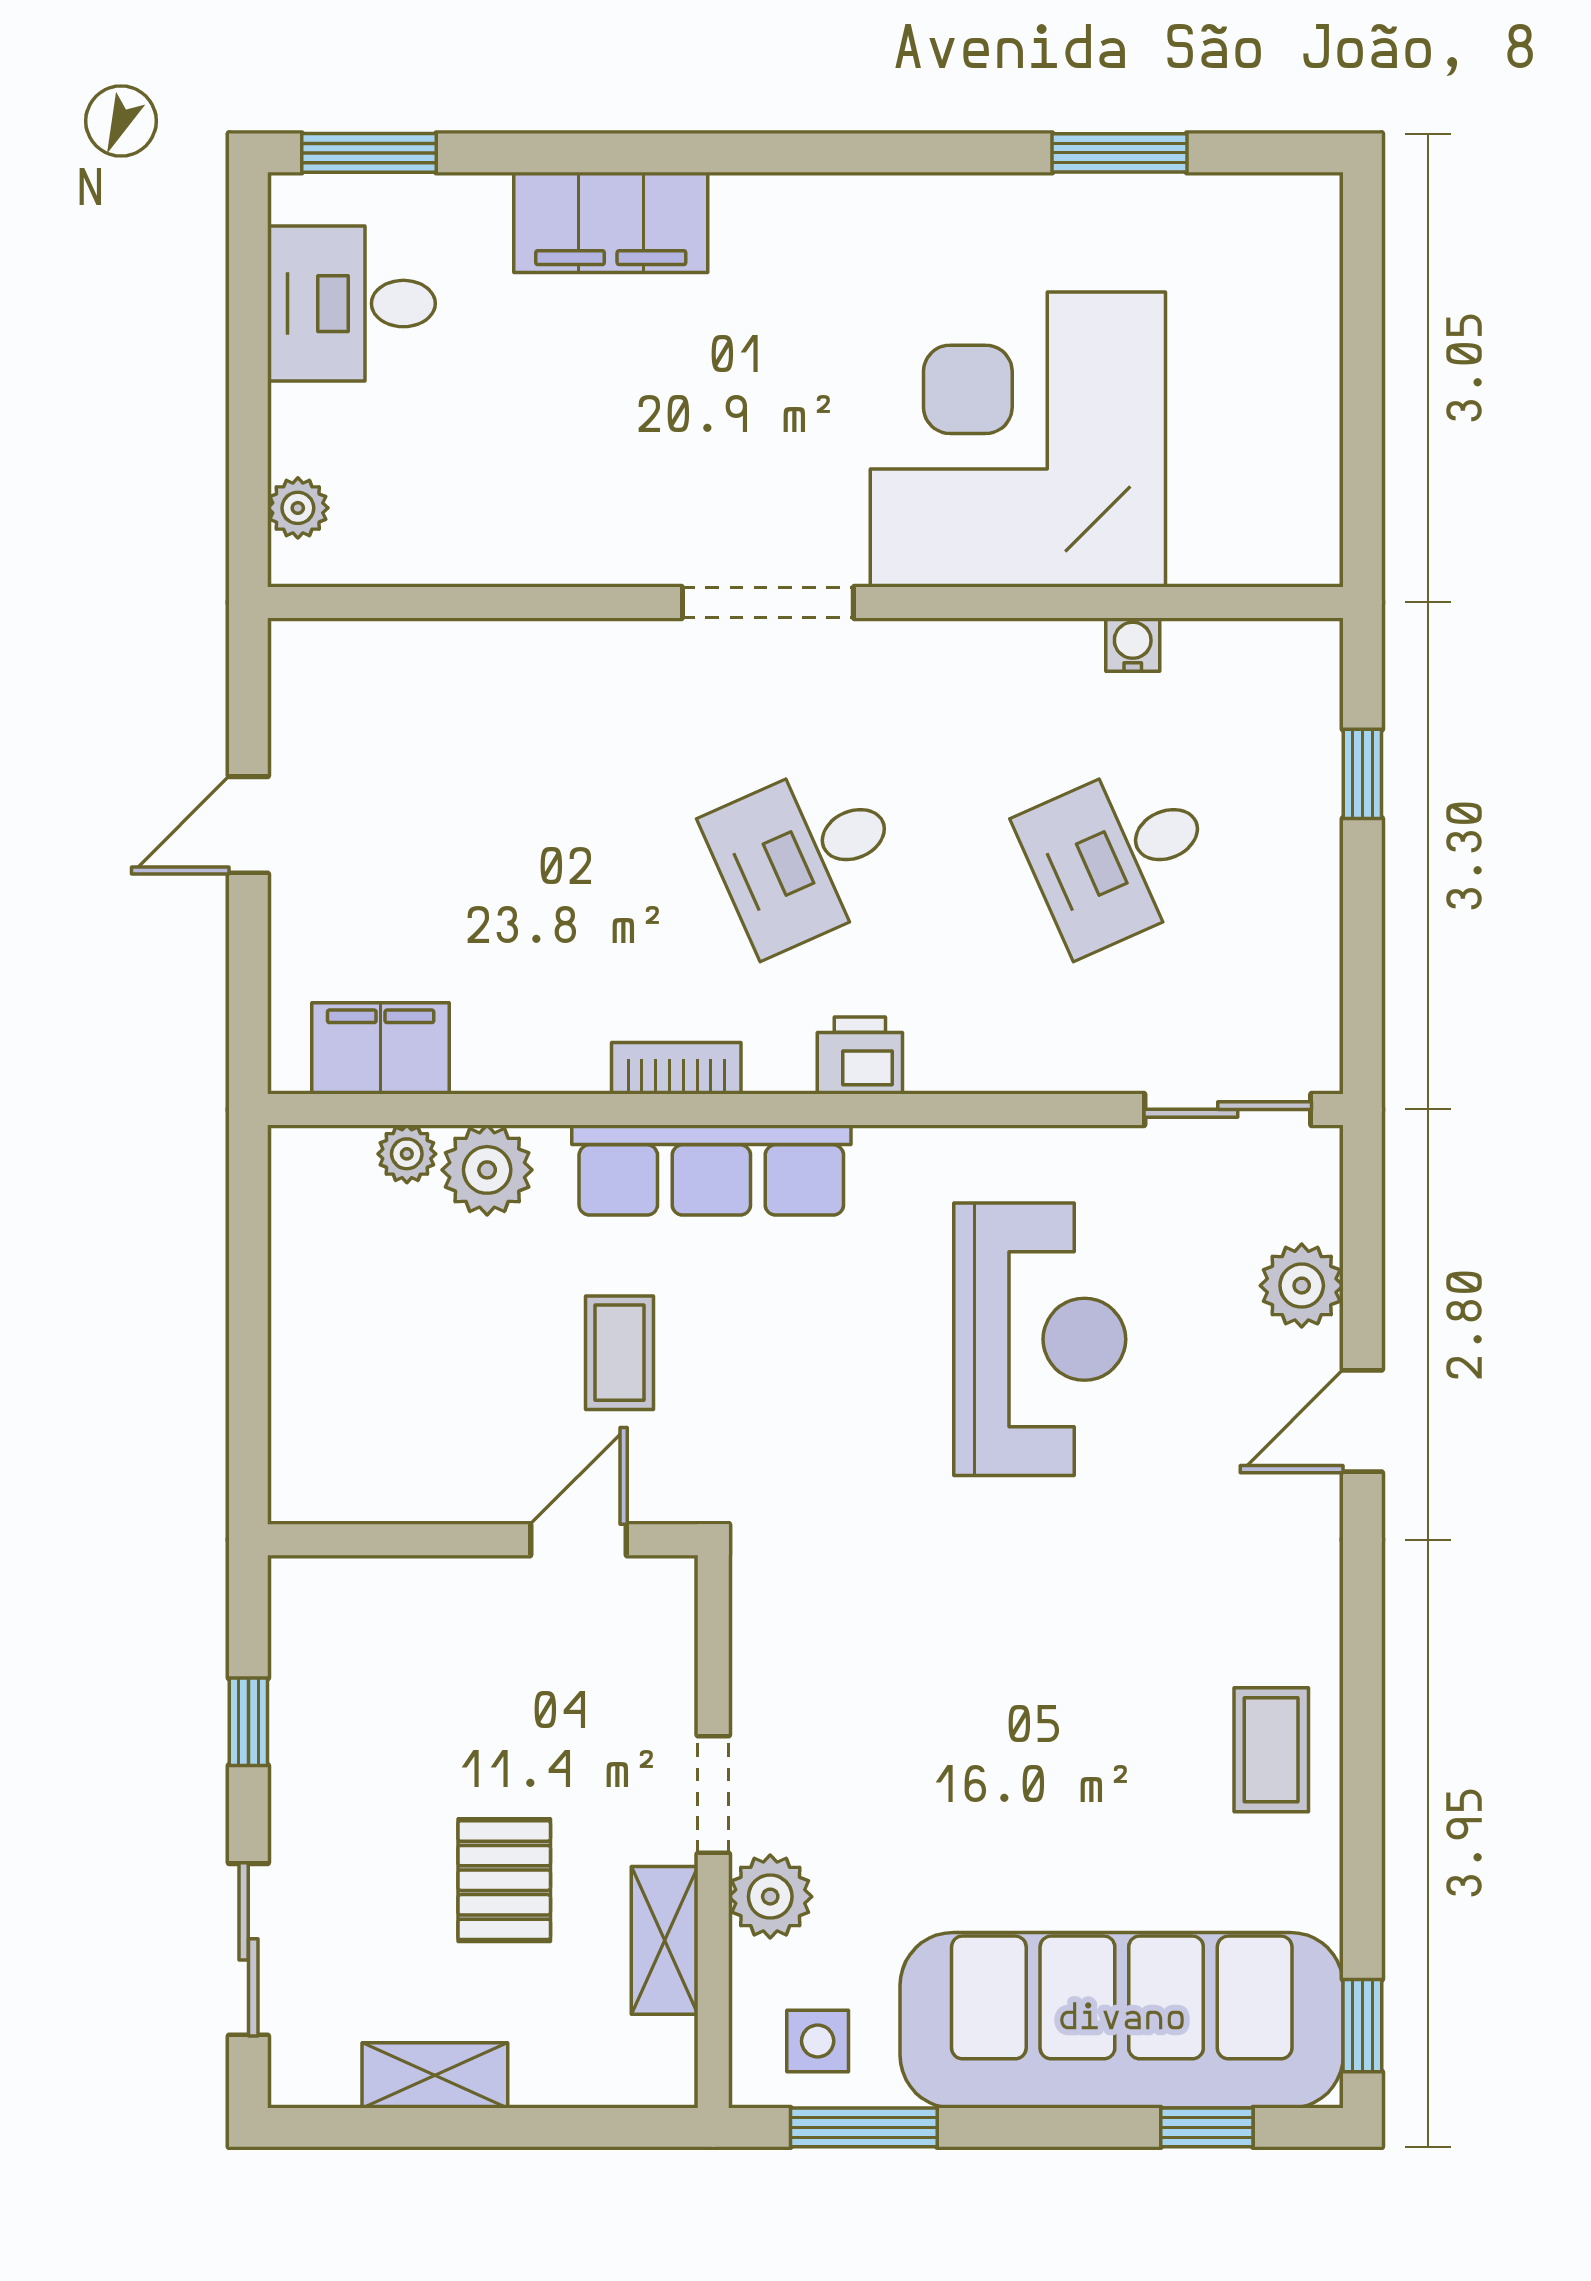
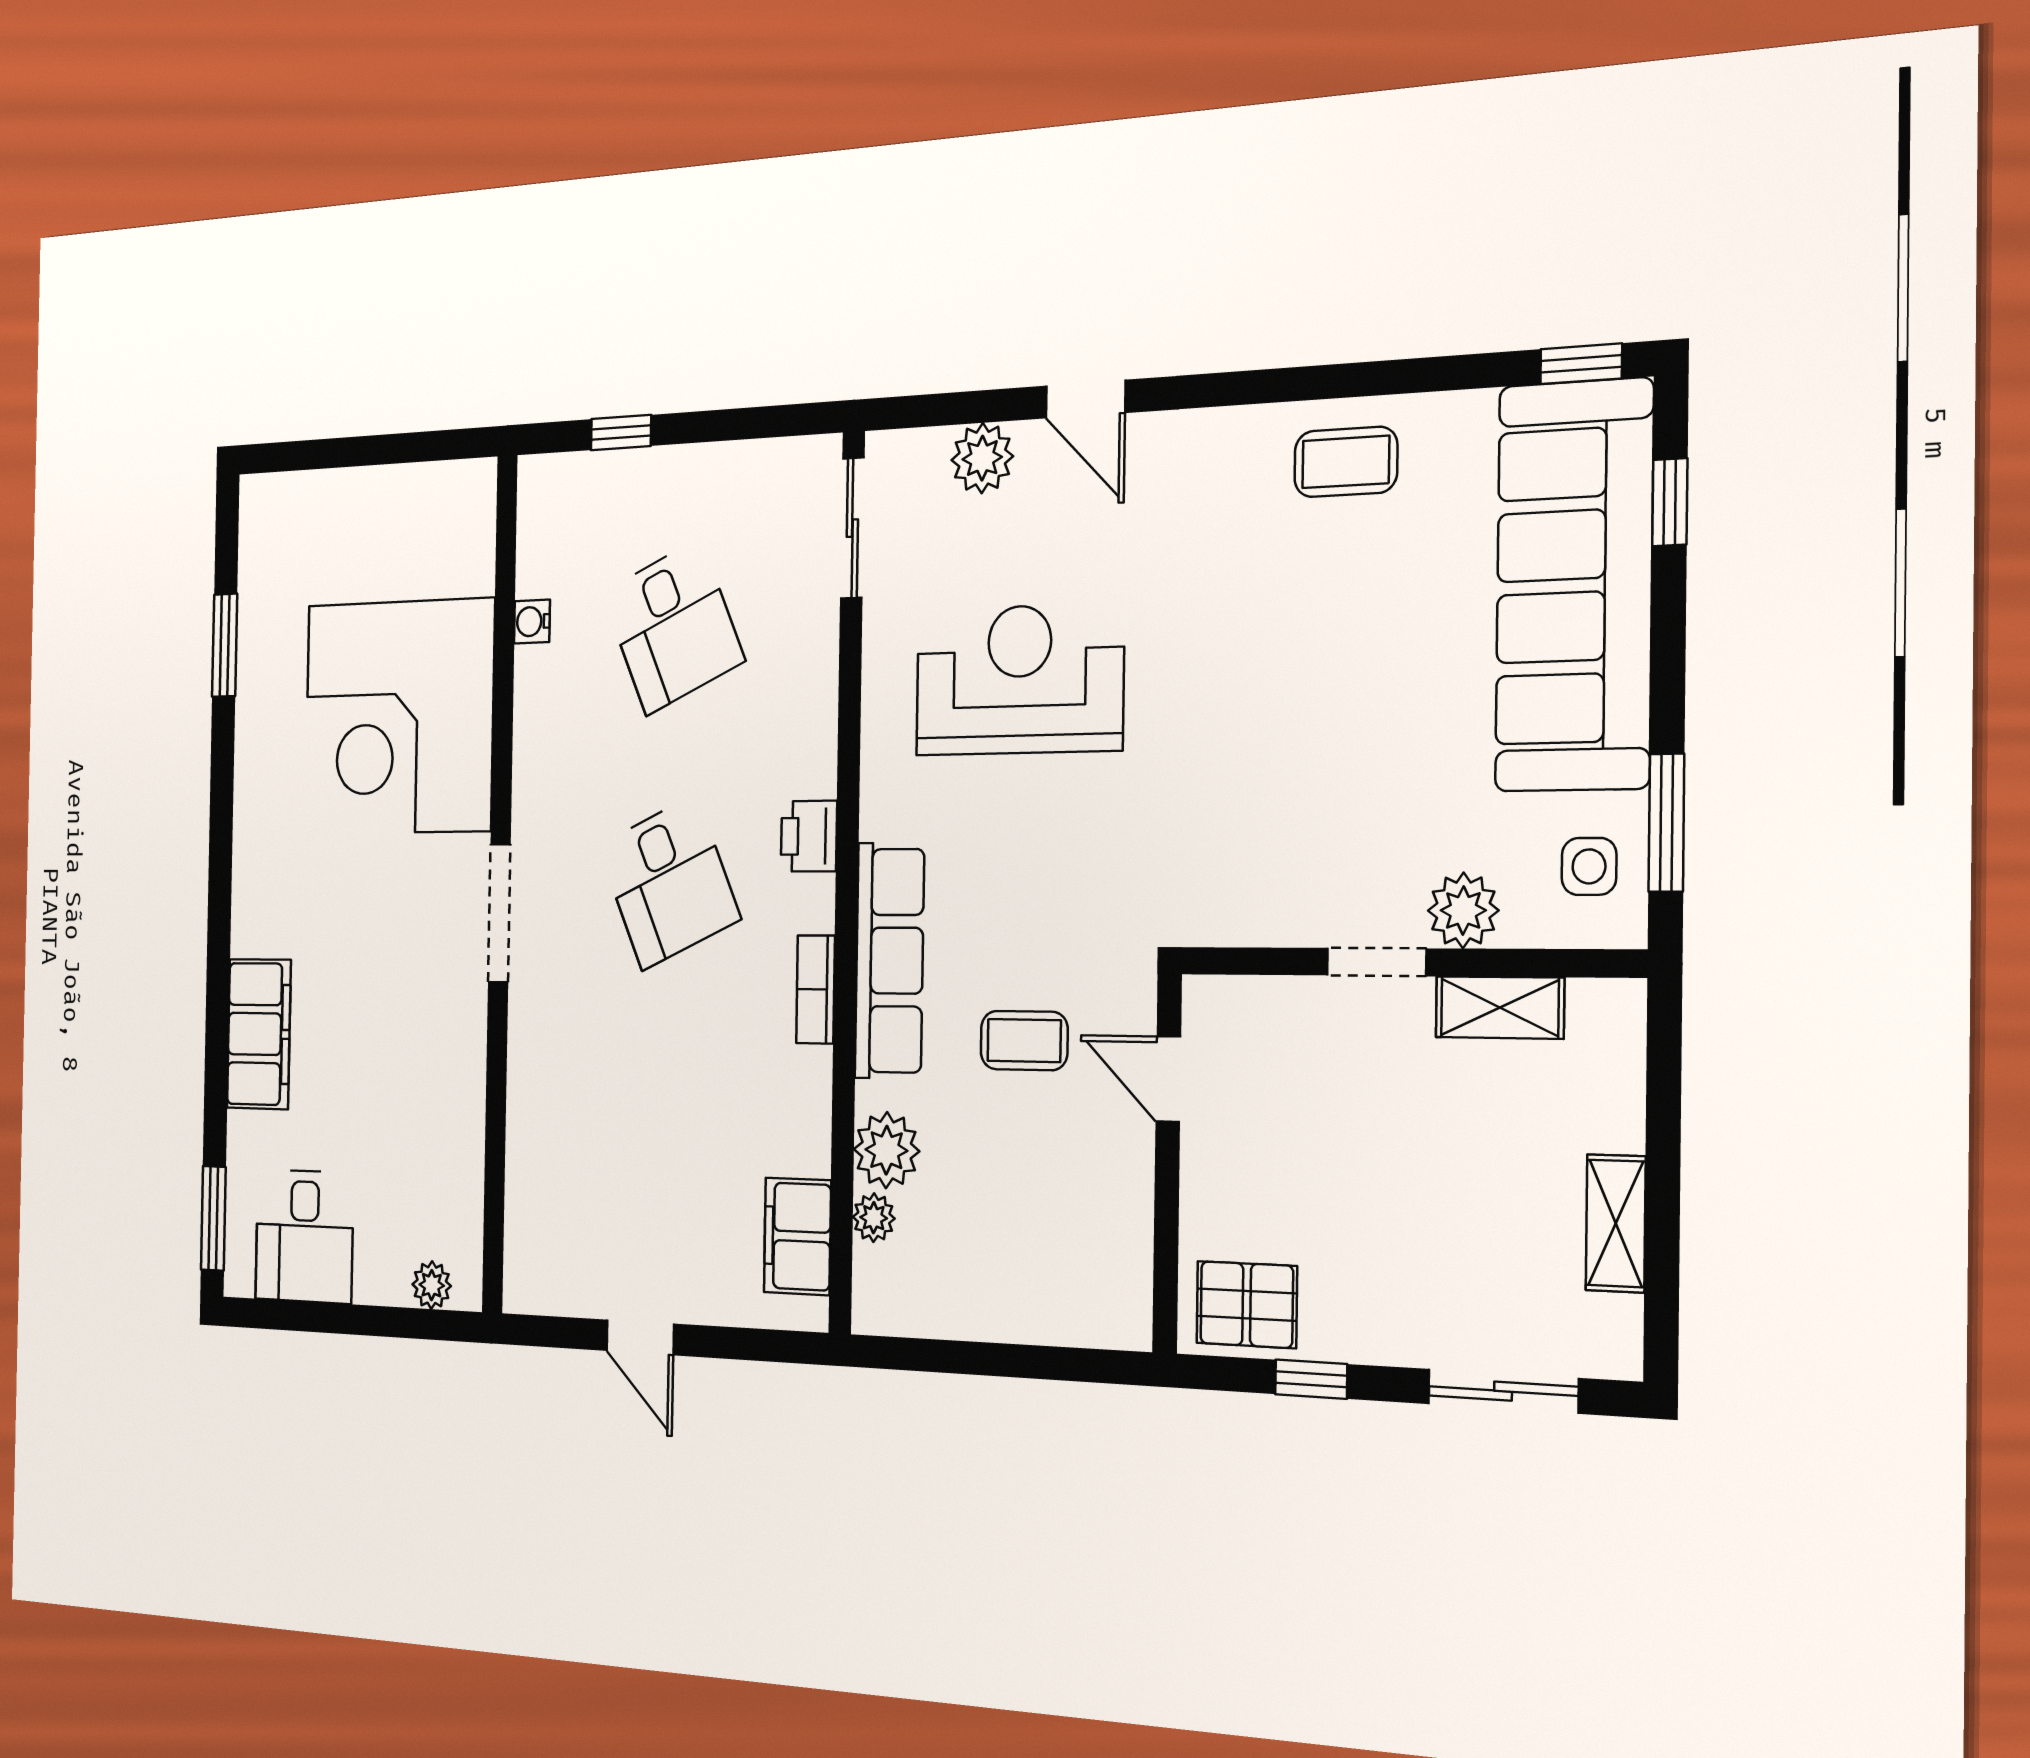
pallet: (504, 1880) -> (1247, 1305), moved

